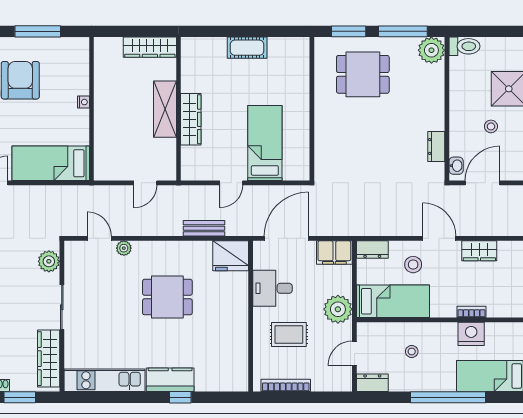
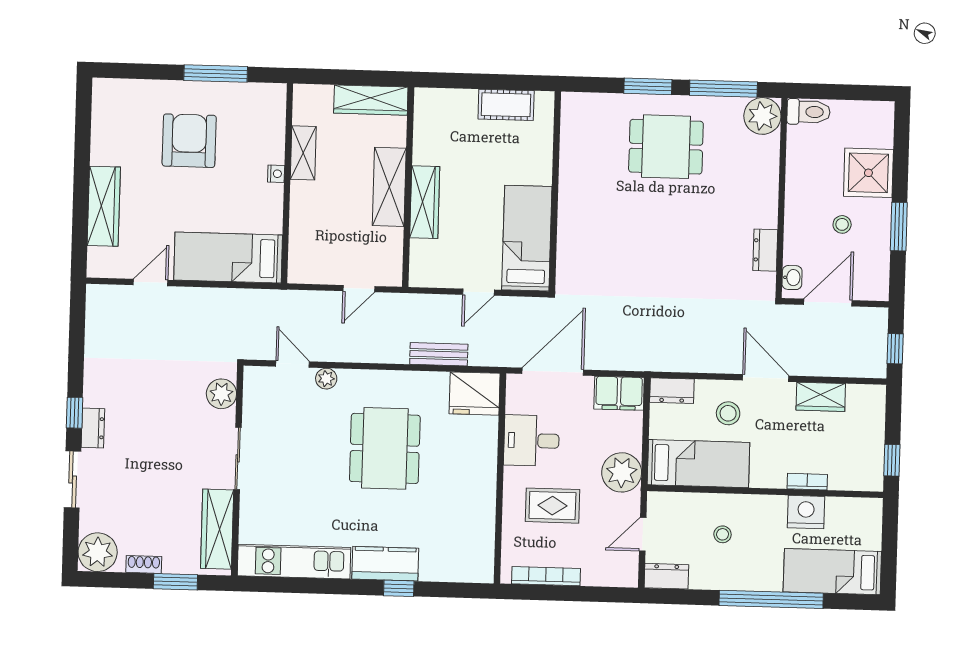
shelving: (102, 87) -> (303, 153), added
wall: (312, 109) -> (555, 191), moved
dining table: (167, 297) -> (385, 448), width x1.38

